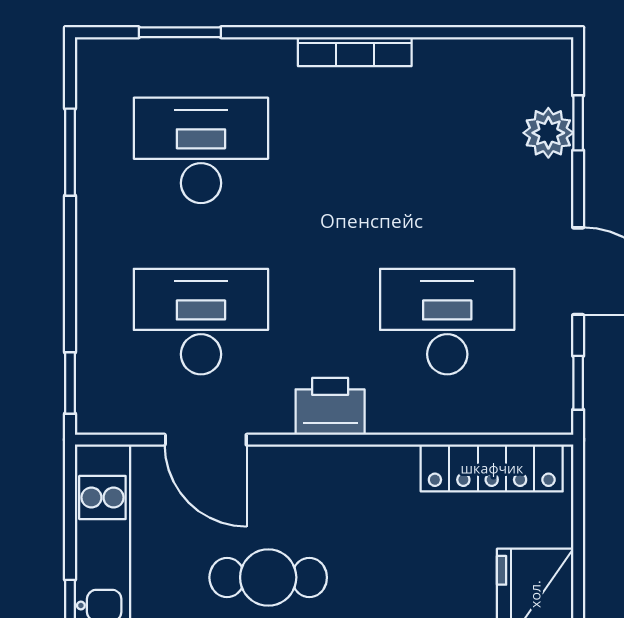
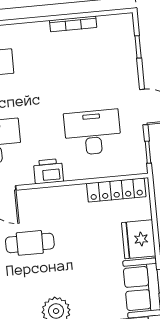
bookcase: (355, 52) -> (73, 24), moved
plant: (548, 133) -> (126, 52), removed

